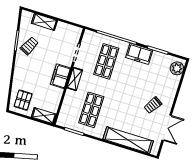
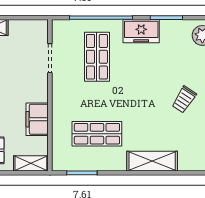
filing cabinet: (60, 76) -> (37, 119), moved
shelving: (75, 79) -> (59, 96), removed
shop shelf: (91, 110) -> (97, 134), turned 90
shelving: (128, 140) -> (152, 161), width x0.68

